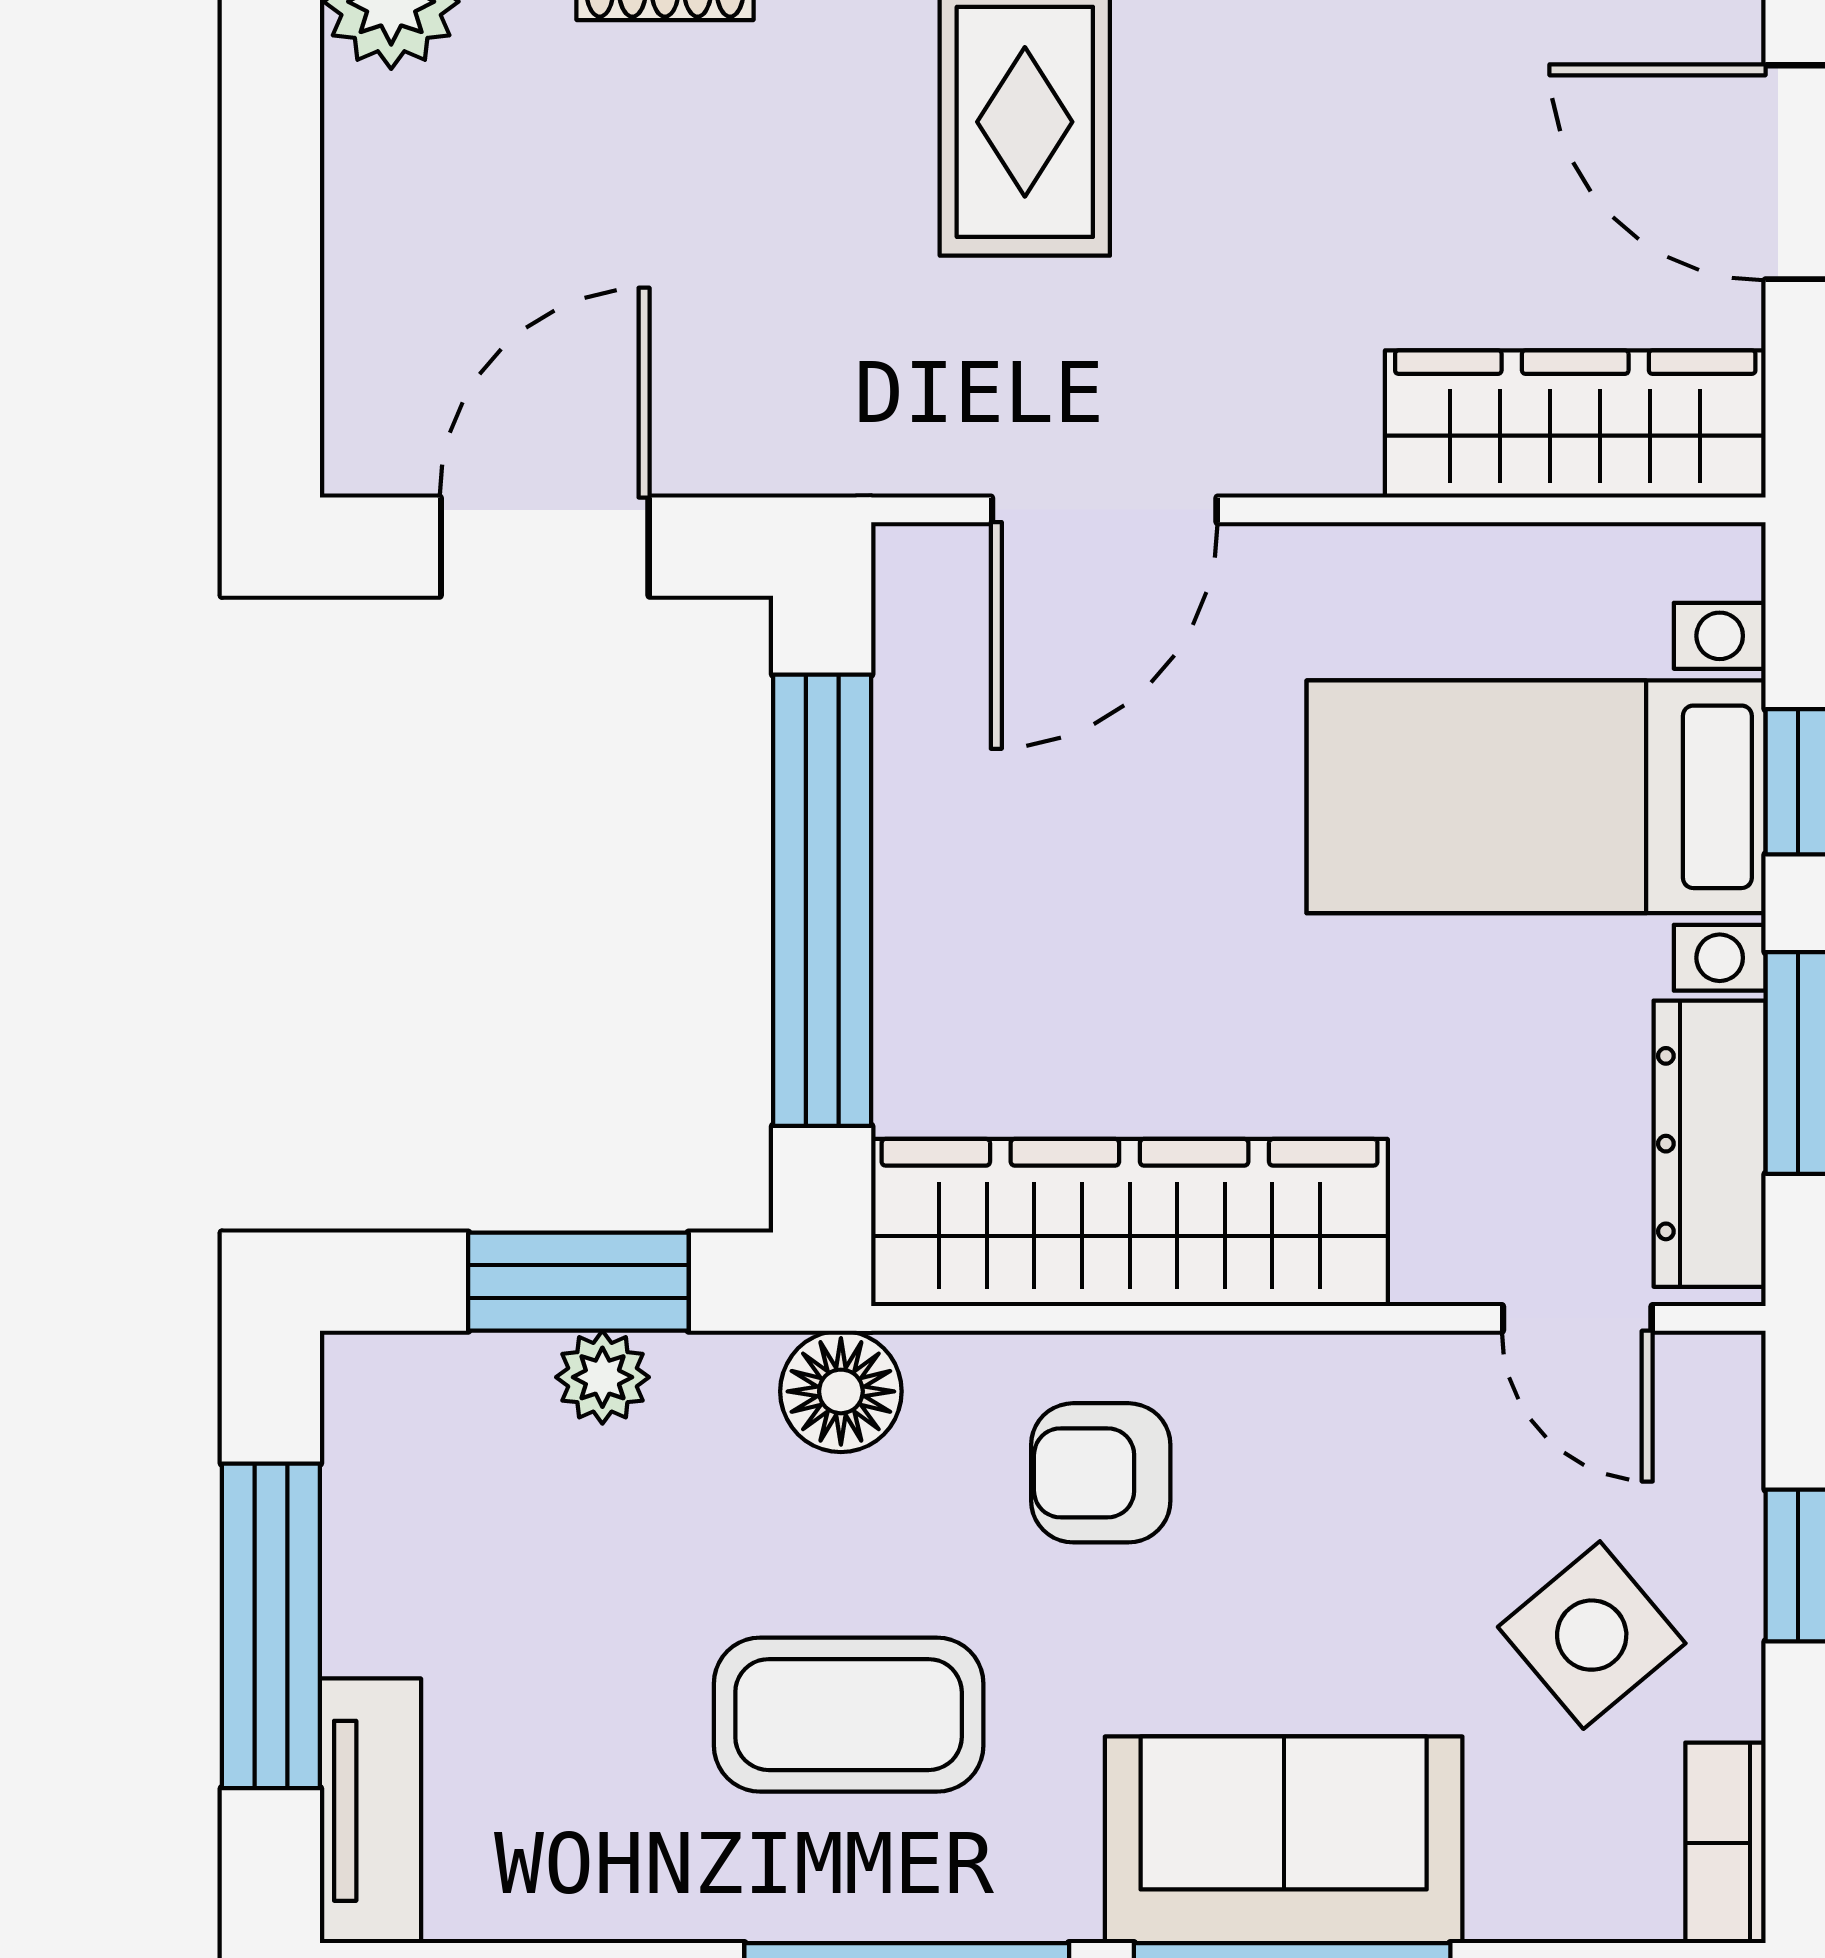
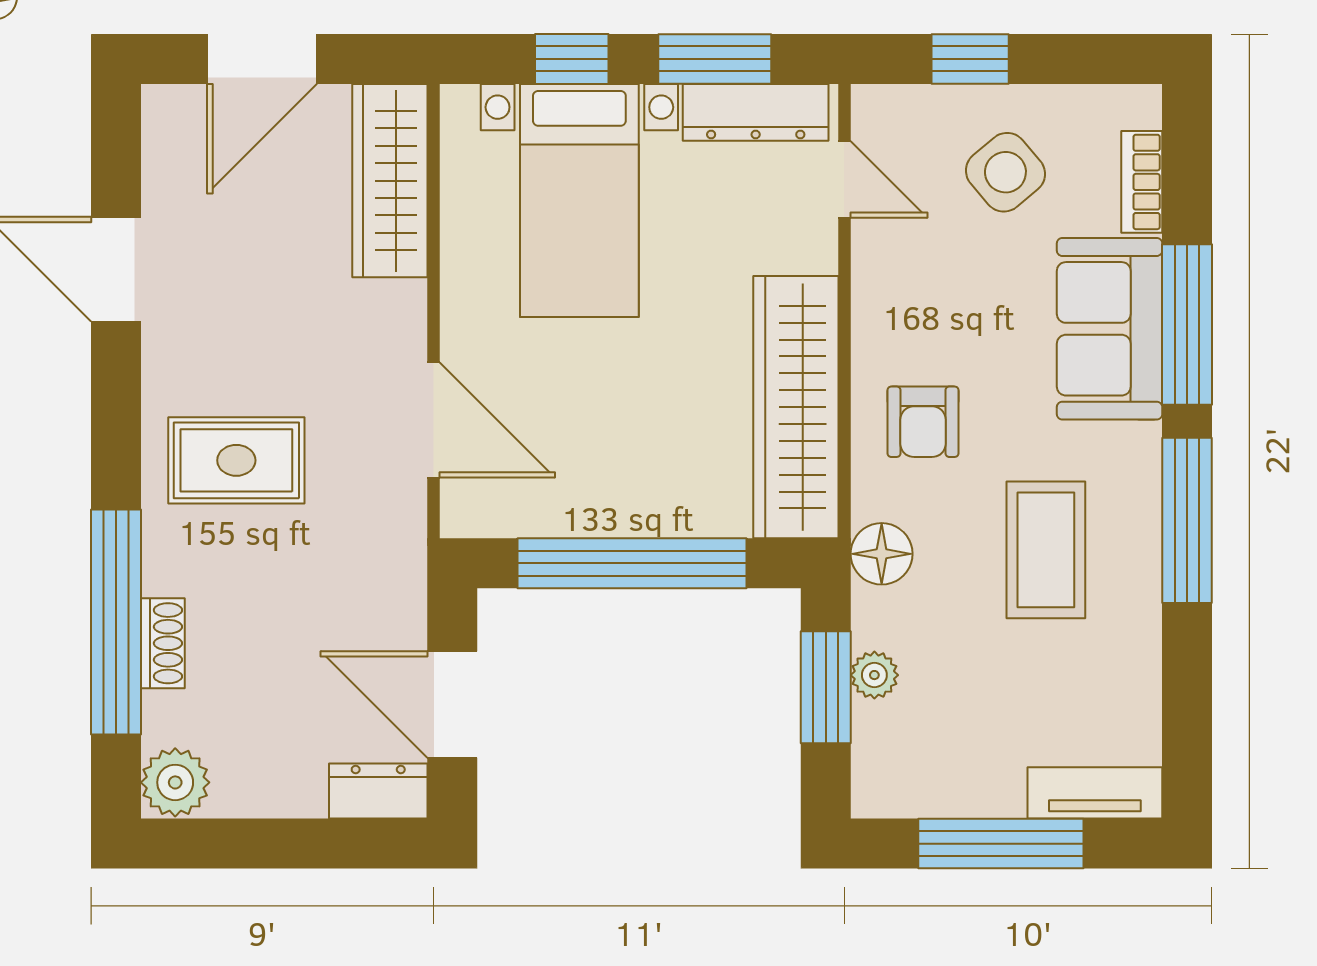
dresser: (374, 401) -> (378, 791), added
door: (1577, 1318) -> (844, 180), hinge flipped
bookcase: (1725, 1843) -> (1142, 182), moved, turned 90

